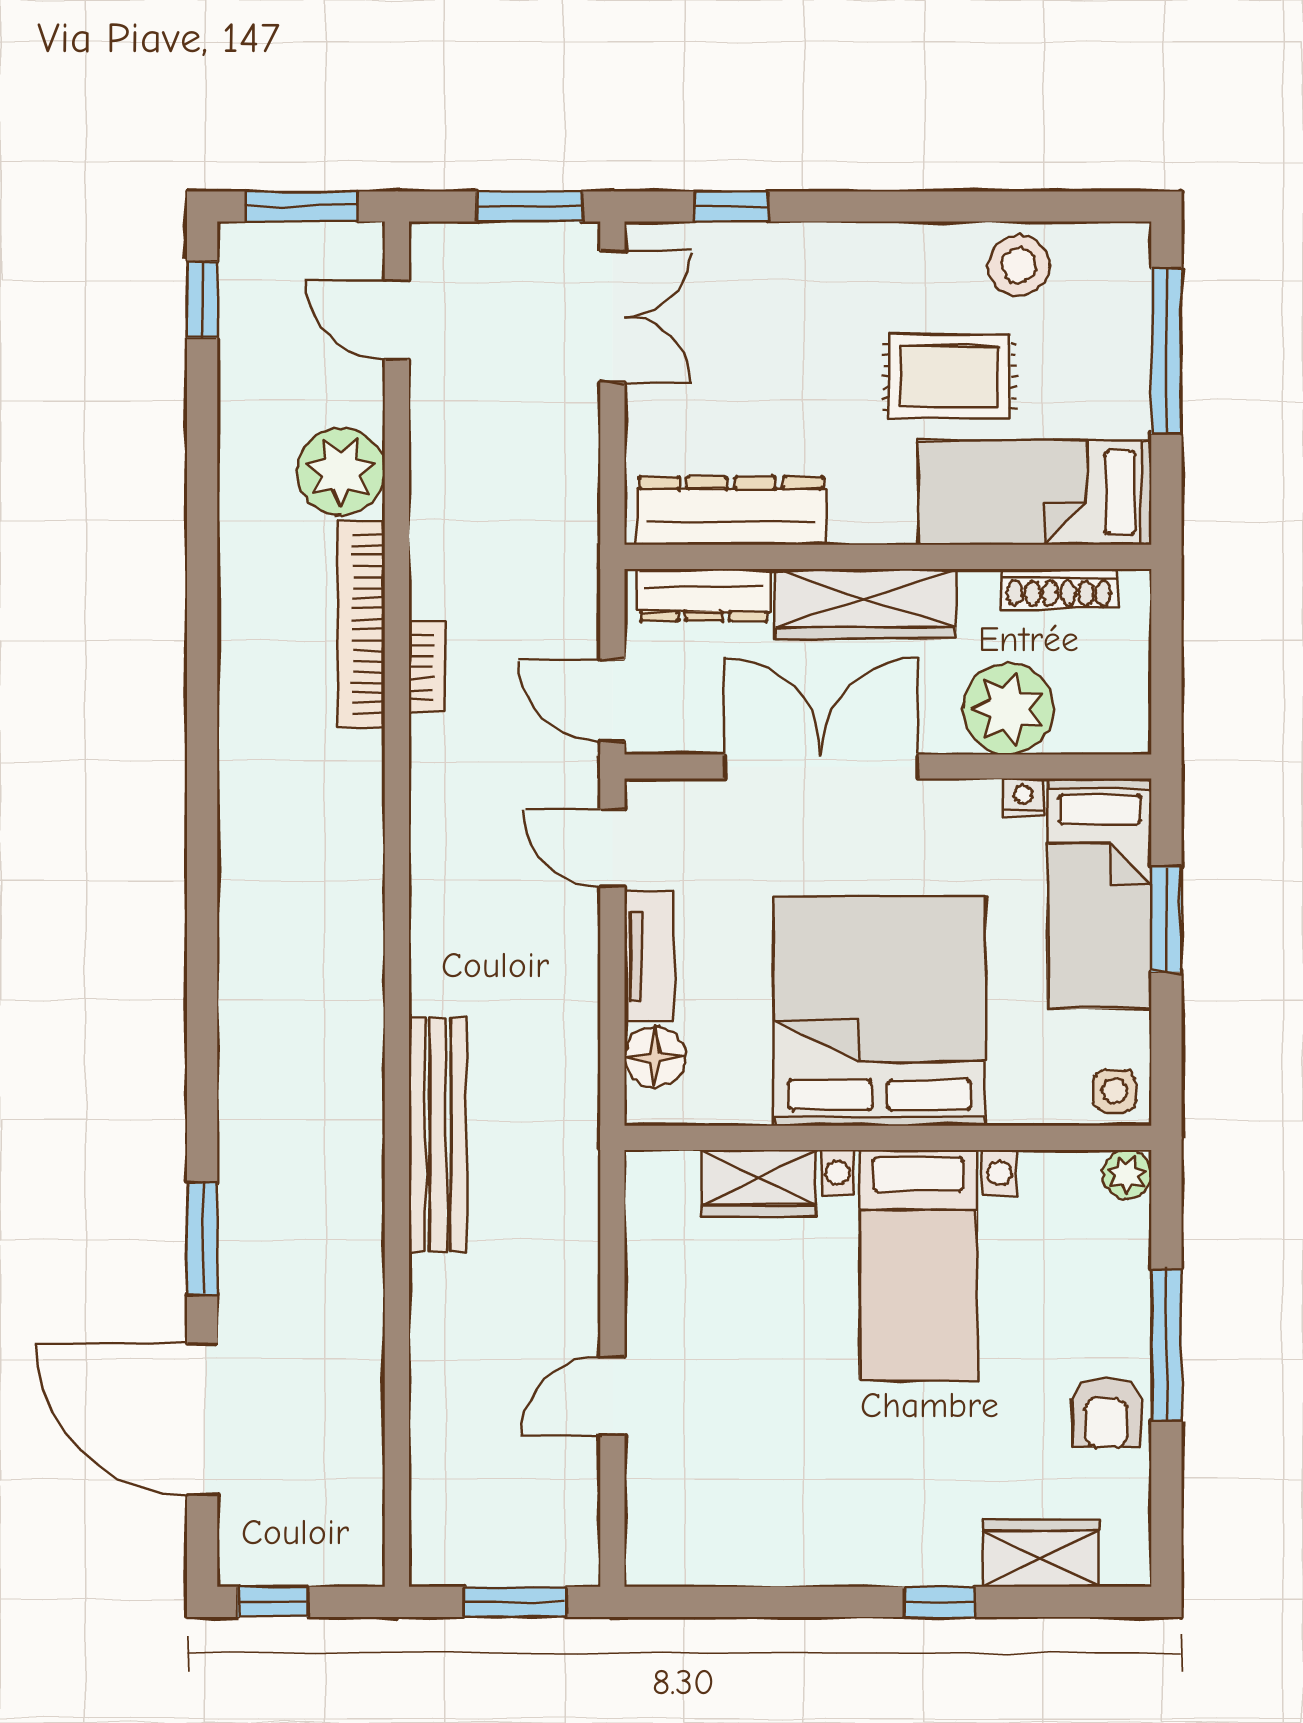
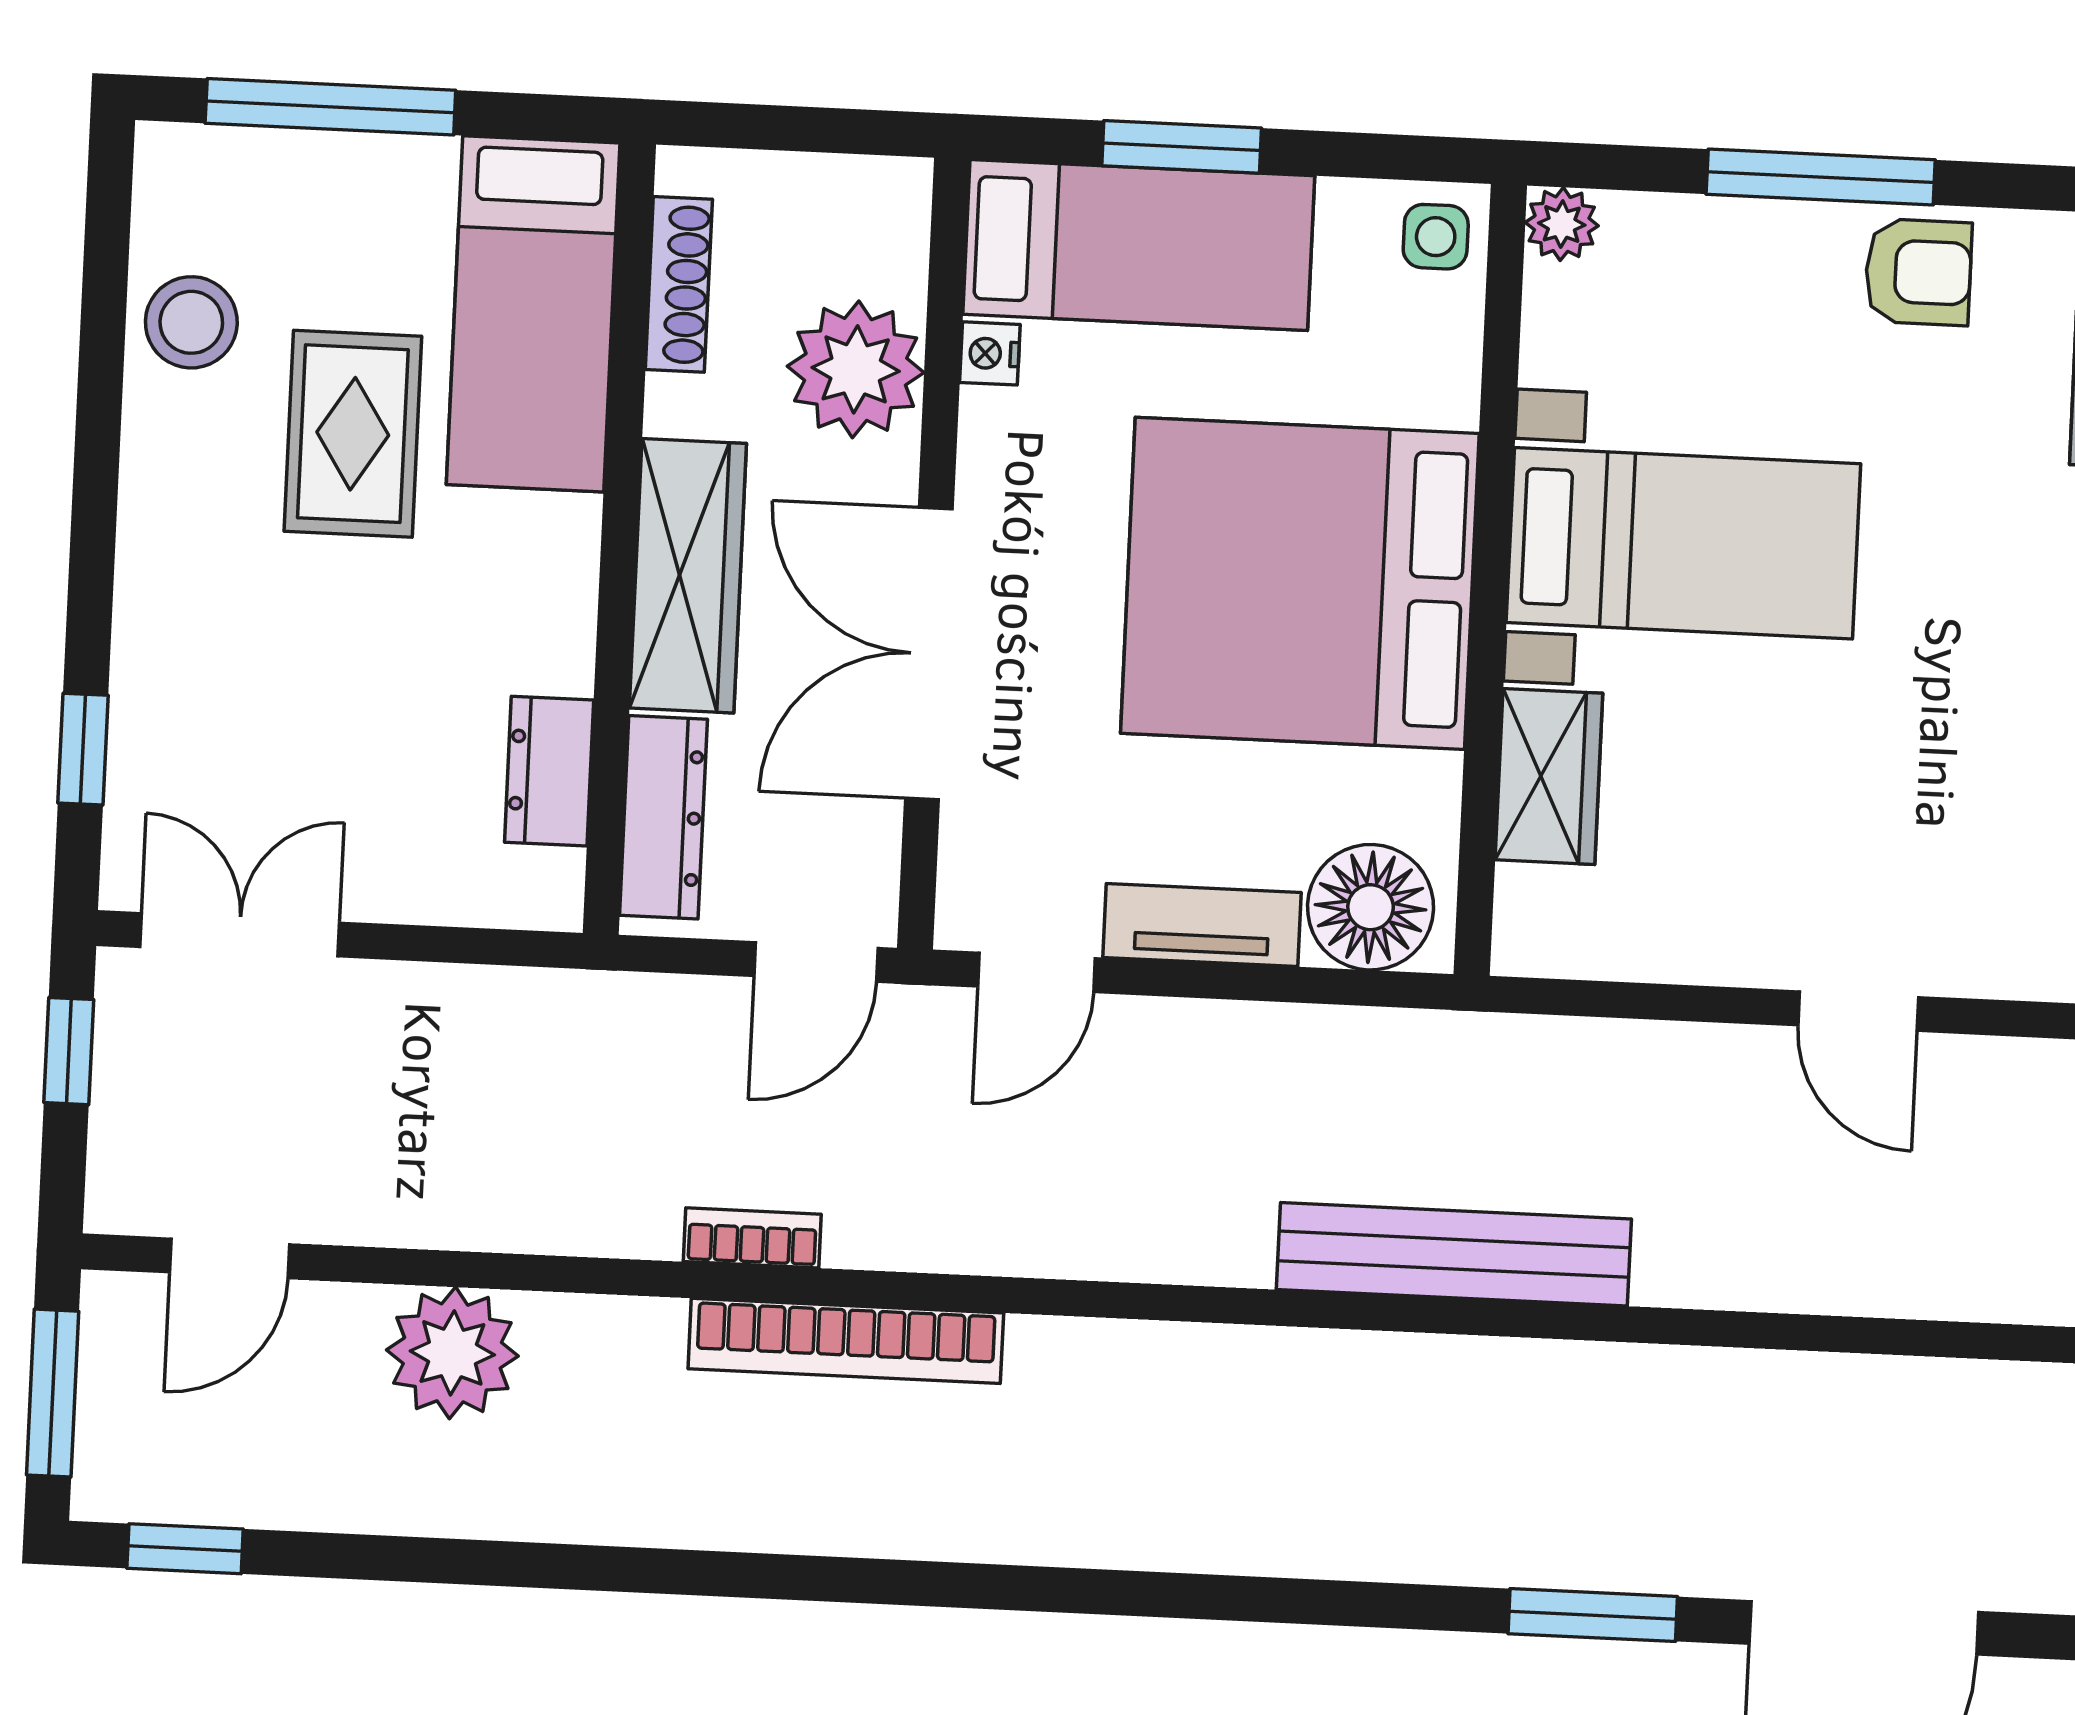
window: (530, 207) -> (69, 1051), width x0.67
dresser: (731, 511) -> (549, 771), width x0.51, depth x0.80
bookcase: (361, 624) -> (846, 1341), moved
floor lamp: (655, 1057) -> (1371, 907), width x1.38, depth x1.38

